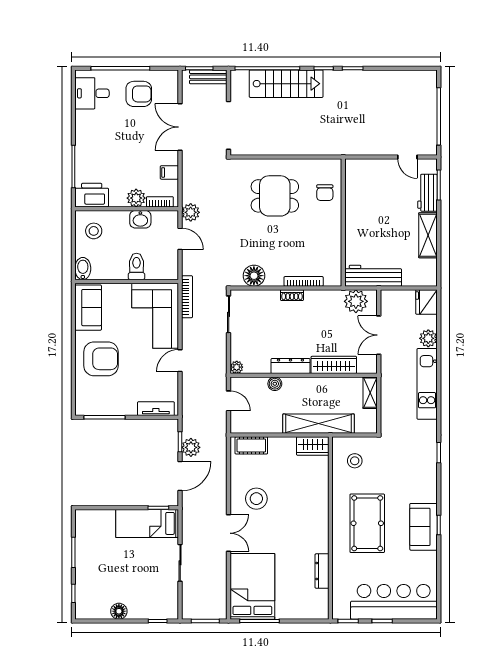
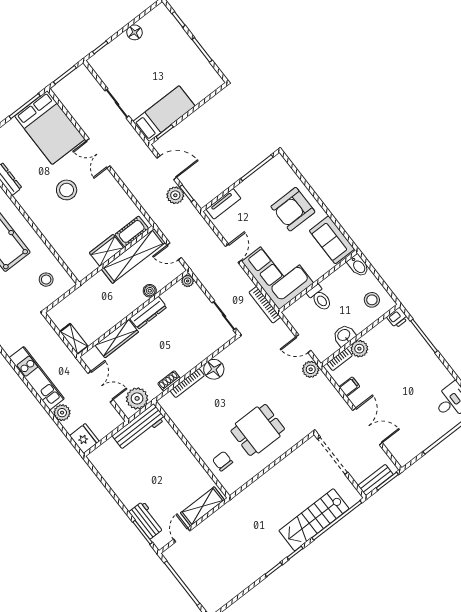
armchair: (139, 94) -> (417, 427), removed
door: (407, 157) -> (182, 535), hinge flipped
printer: (92, 195) -> (397, 318), width x0.53, depth x0.68
shelving: (428, 235) -> (202, 506), moved, turned 90
floor lamp: (254, 276) -> (214, 369), moved
shoe rack: (292, 295) -> (169, 381), moved
shelving: (319, 424) -> (133, 256), moved
wardrobe: (313, 446) -> (107, 250), moved
door: (180, 476) -> (167, 168), swing flipped
stool: (256, 499) -> (67, 190), moved

